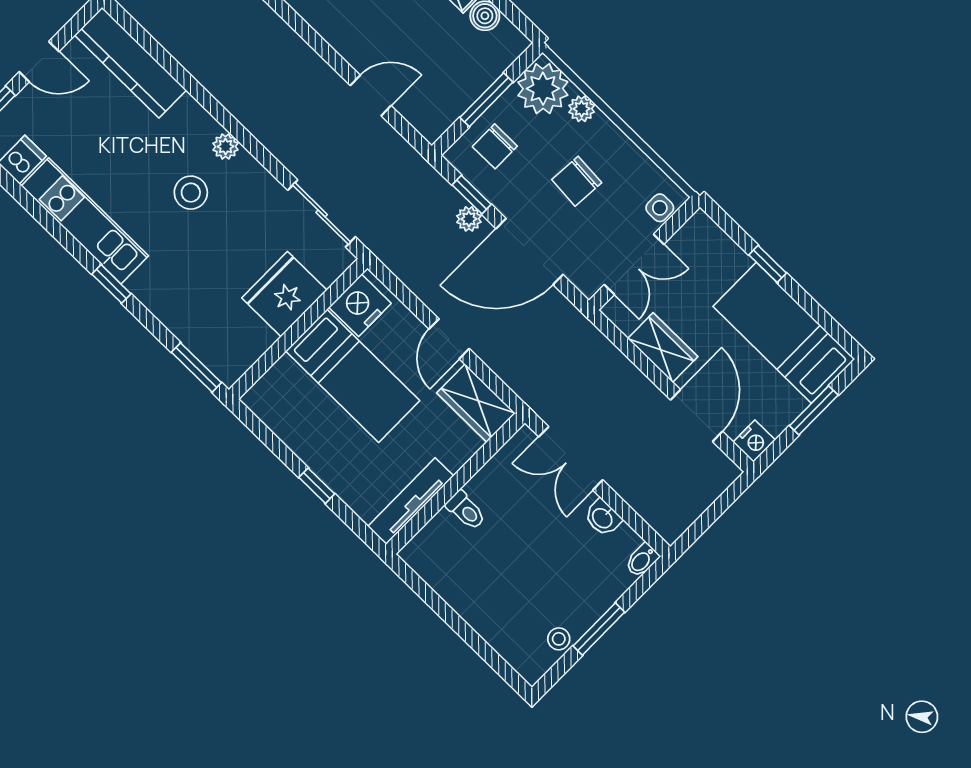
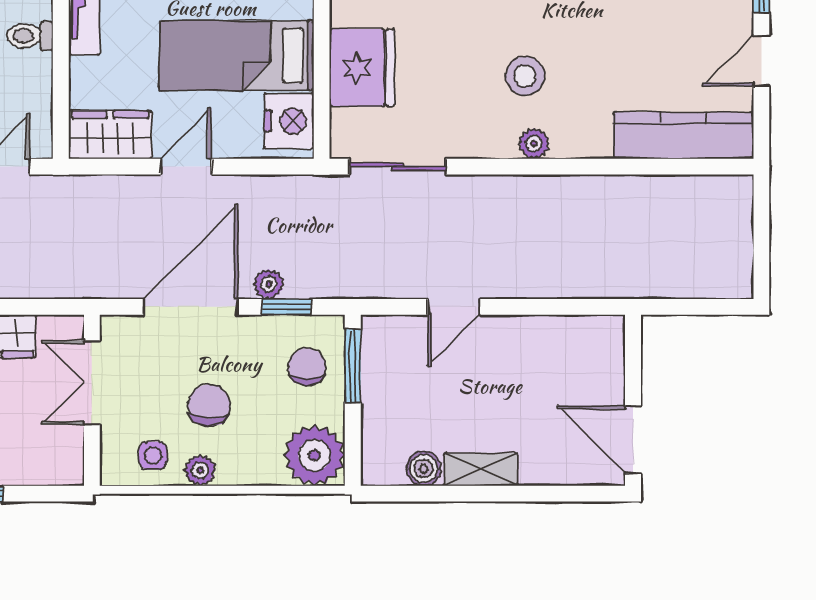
window: (486, 100) -> (353, 366), moved
plant: (582, 109) -> (200, 470), moved
side table: (660, 208) -> (153, 455), moved
door: (449, 339) -> (186, 167), hinge flipped

